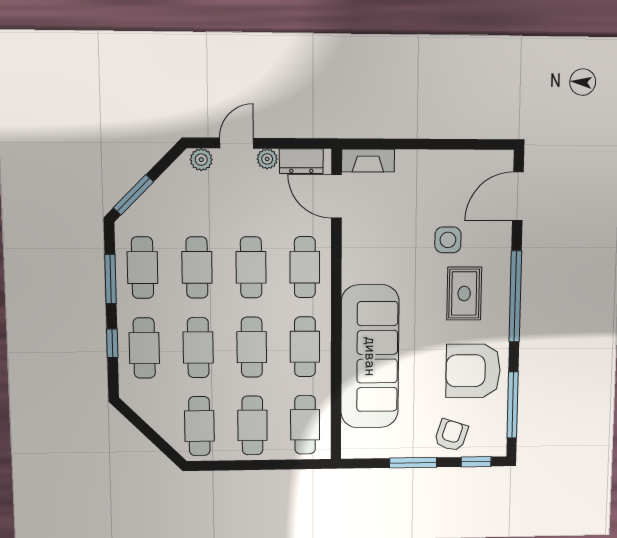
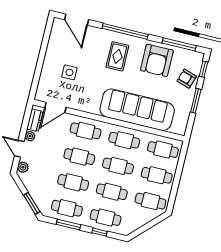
fireplace: (368, 161) -> (42, 88), removed
side table: (448, 240) -> (69, 72), moved
rug: (464, 294) -> (117, 56), turned 90

